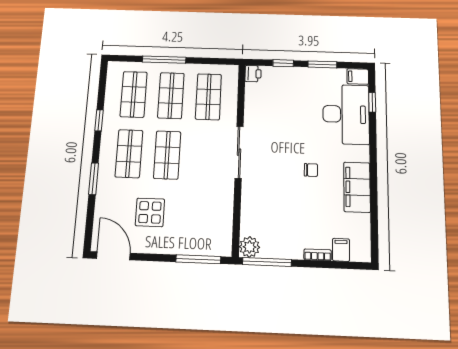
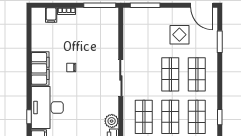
window: (99, 120) -> (220, 117), moved
window: (94, 179) -> (220, 42), moved
filing cabinet: (357, 187) -> (40, 68), moved
plant: (250, 247) -> (112, 121), moved

